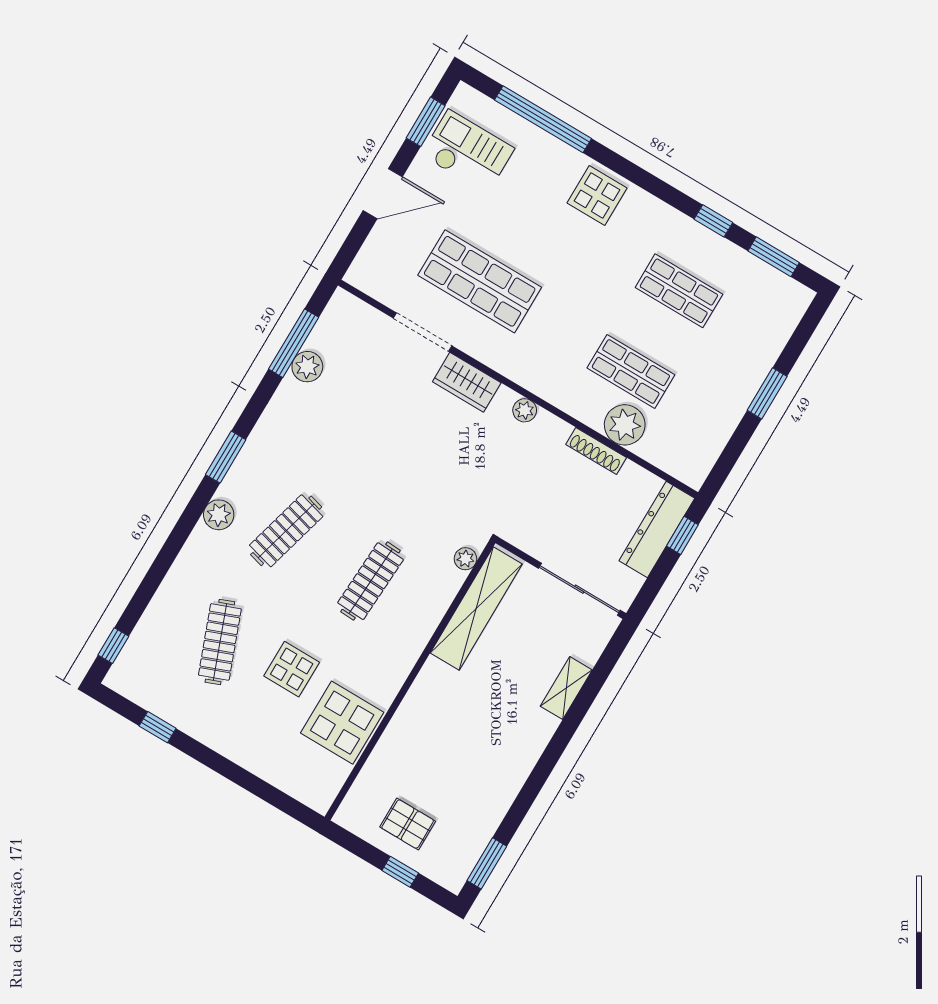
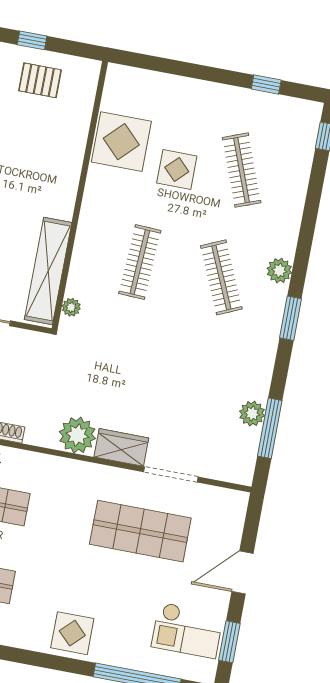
plant: (525, 410) -> (77, 435), width x1.88, depth x1.88
clothes rail: (286, 531) -> (221, 277), turned -39

